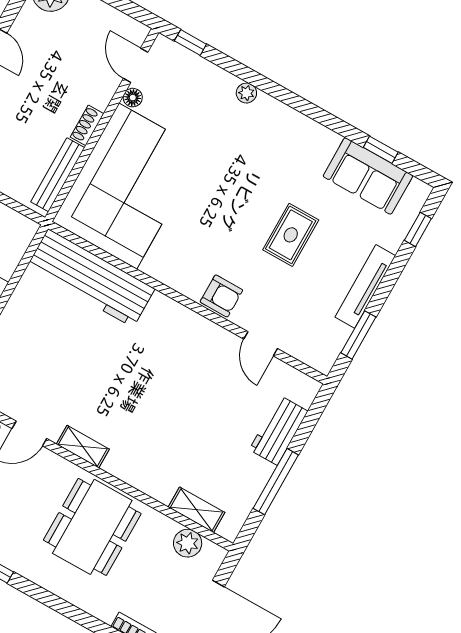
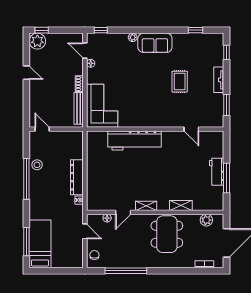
sofa: (368, 176) -> (155, 43), moved
corner sofa: (128, 186) -> (102, 106), width x0.73, depth x0.74
workbench: (91, 278) -> (135, 141), moved
tv unit: (365, 286) -> (219, 80), width x0.71
armchair: (221, 296) -> (166, 119), removed
workbench: (279, 430) -> (217, 172), moved
shelving: (196, 510) -> (181, 206), moved

